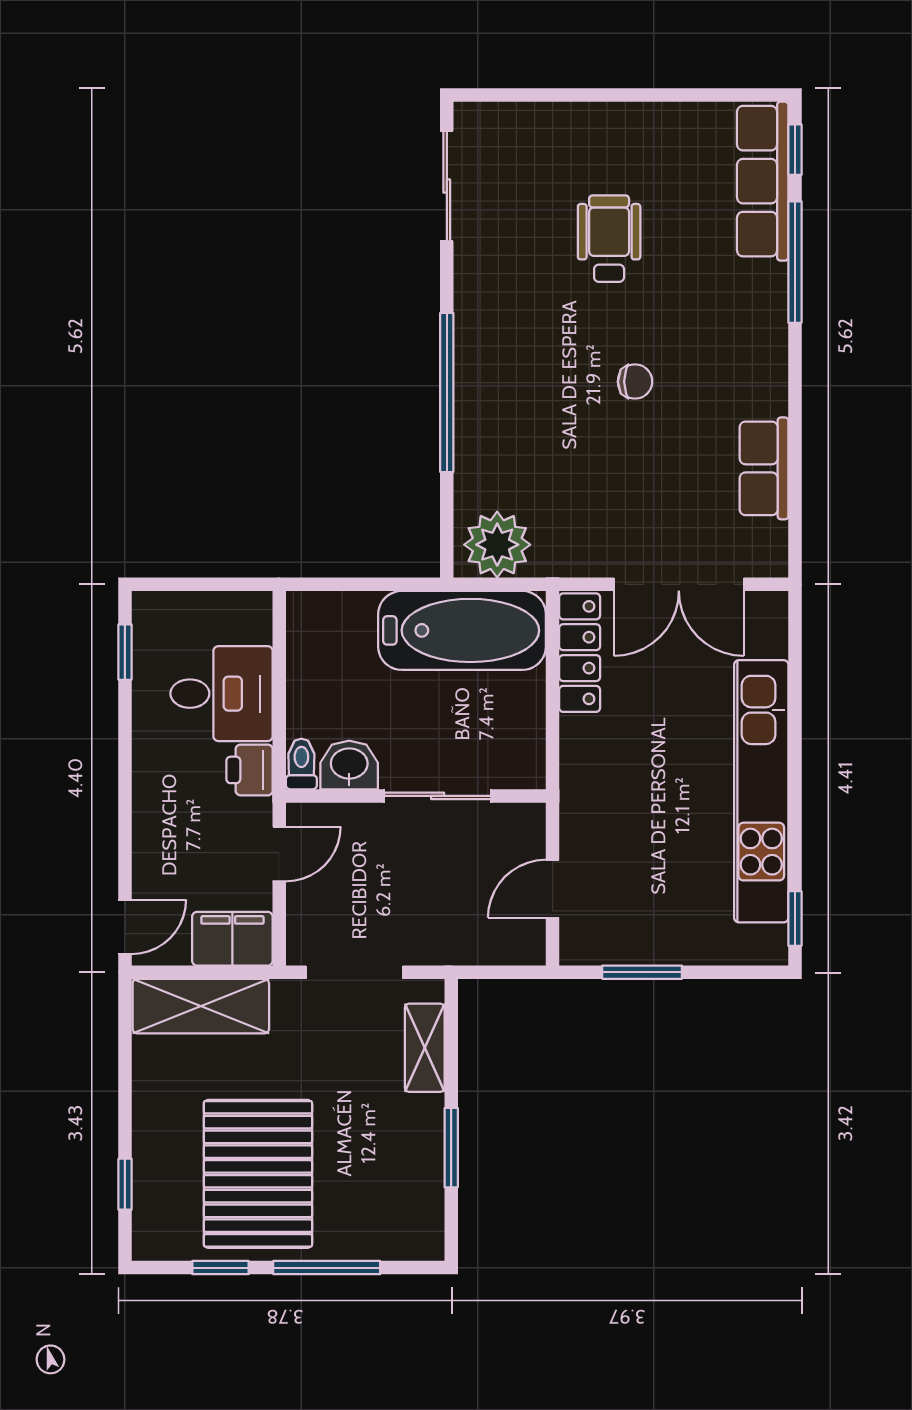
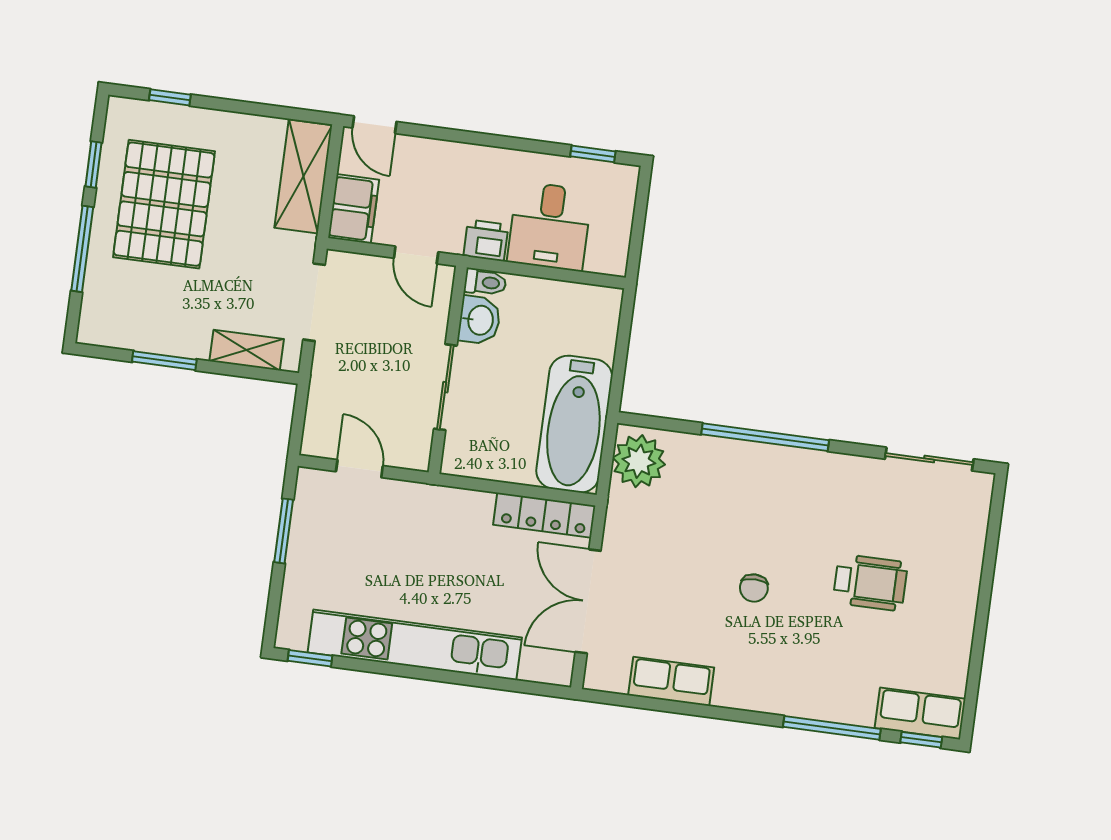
row of seats: (763, 181) -> (920, 713), width x0.68
pallet: (258, 1174) -> (164, 204), turned 90

